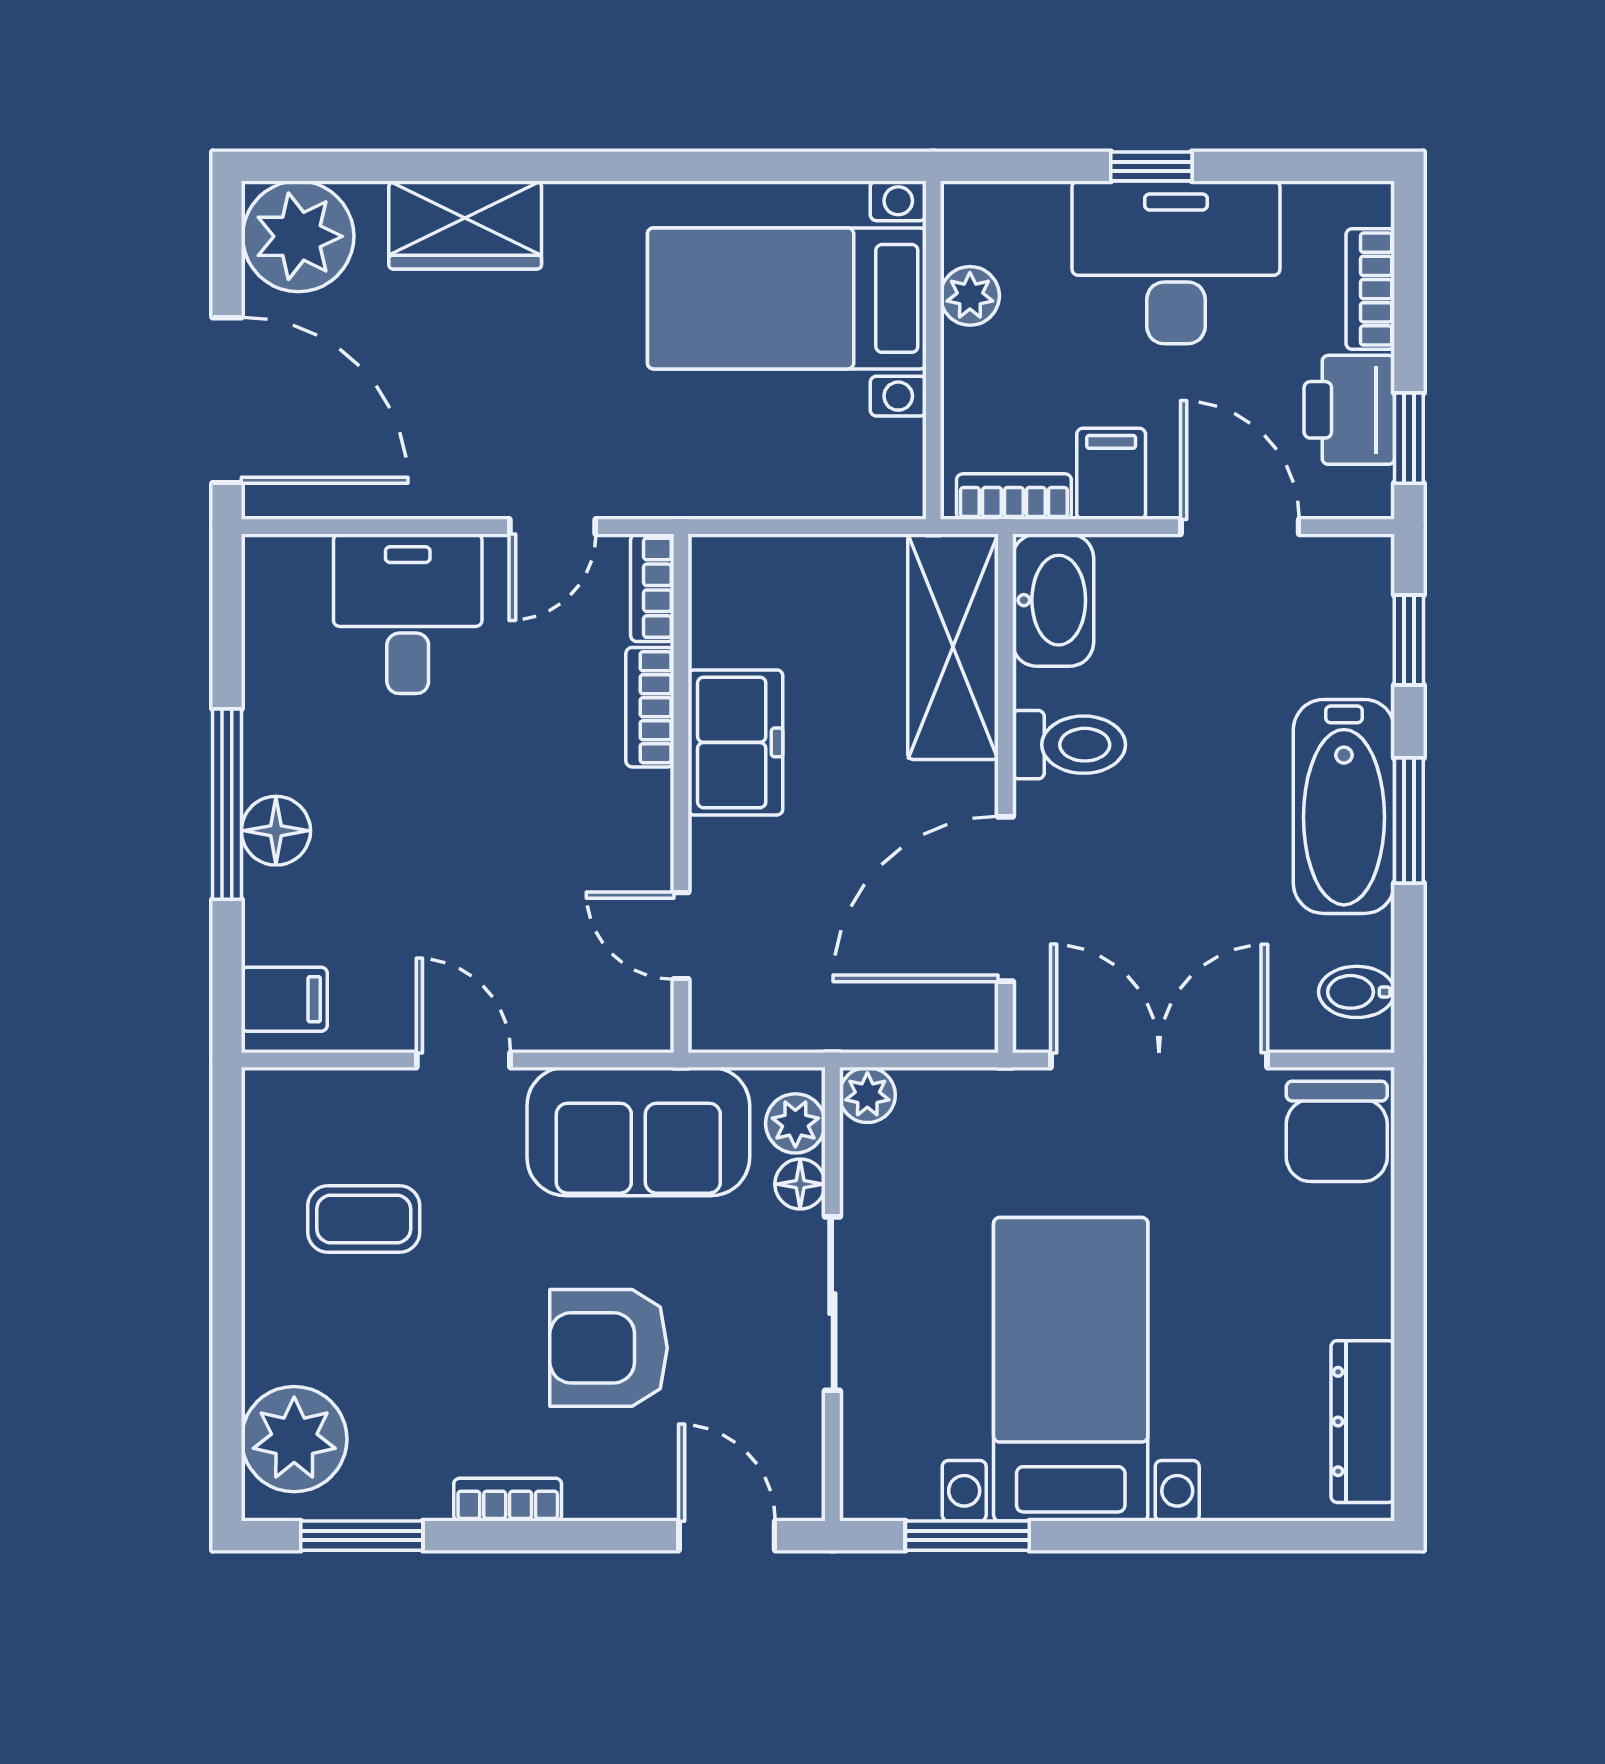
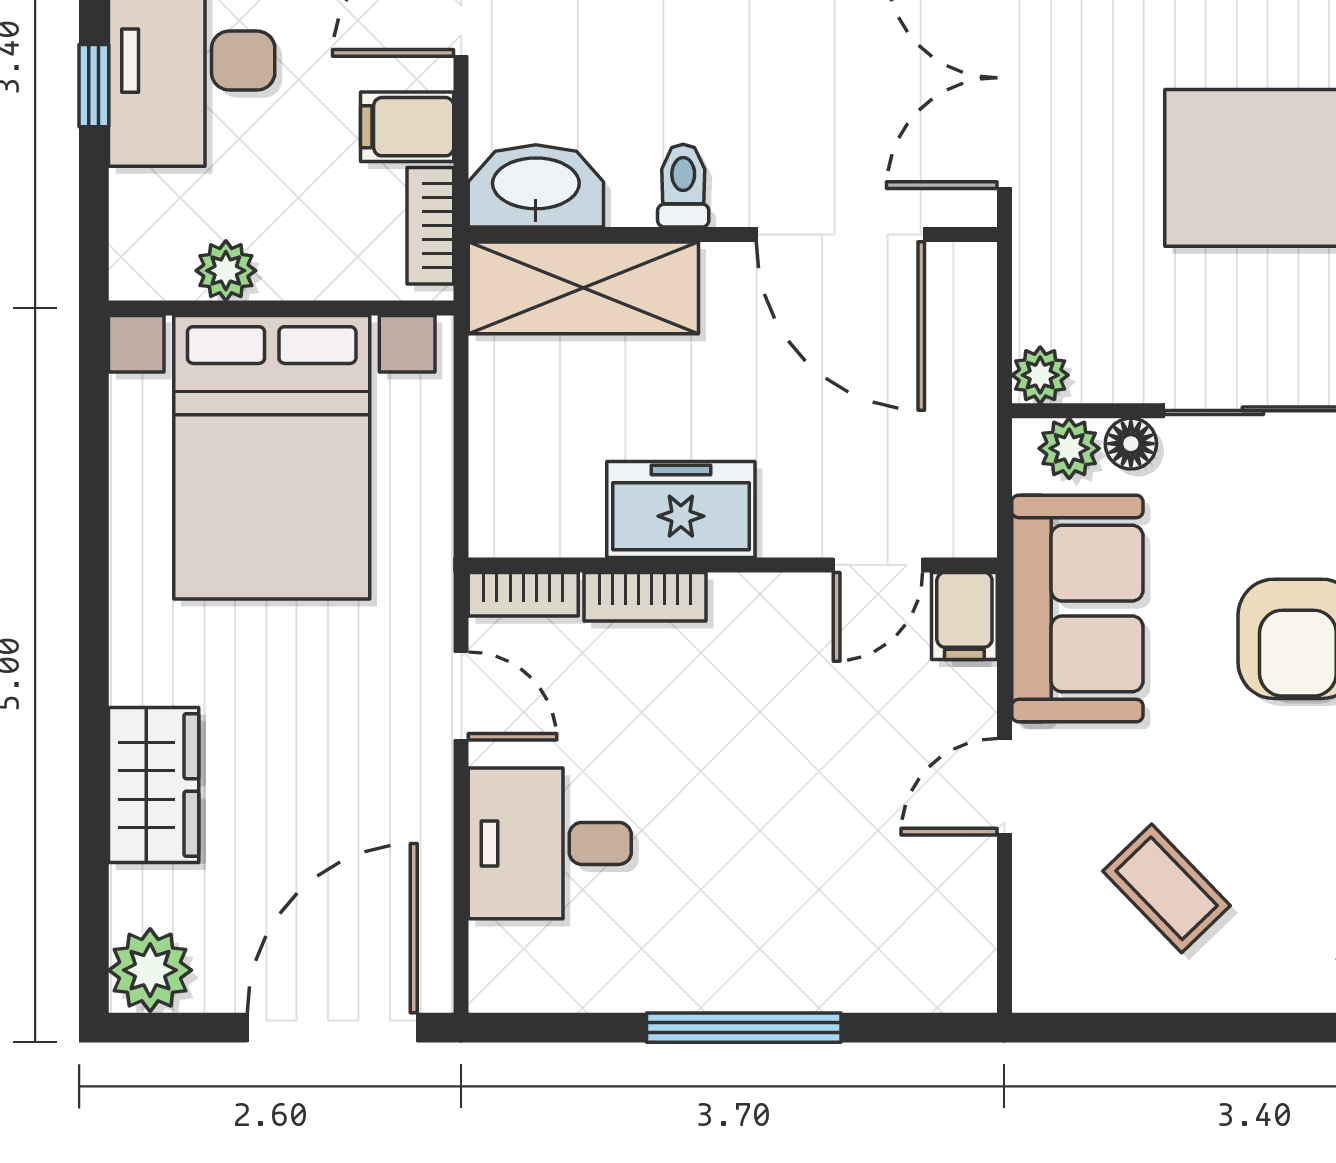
plant: (298, 236) -> (150, 970), width x0.73, depth x0.73
bed with nightstands: (787, 298) -> (272, 457), width x1.36
toilet: (1069, 745) -> (683, 186), width x0.73, depth x0.72
floor lamp: (276, 831) -> (771, 978), removed
filing cabinet: (284, 999) -> (964, 616), moved, turned 180
coffee table: (364, 1219) -> (1167, 888), turned -44

